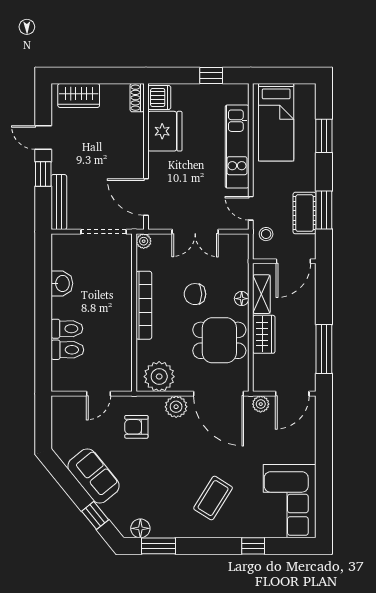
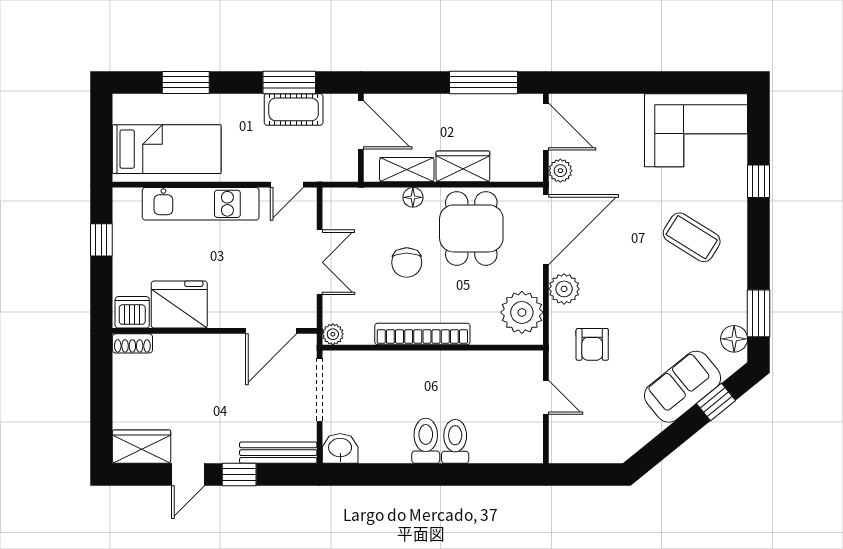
wardrobe: (79, 95) -> (142, 447), moved, turned -90
stool: (266, 234) -> (323, 163), removed
washbasin: (62, 283) -> (340, 448), moved
toilet: (67, 350) -> (426, 441), moved
sofa: (93, 476) -> (683, 387), moved

